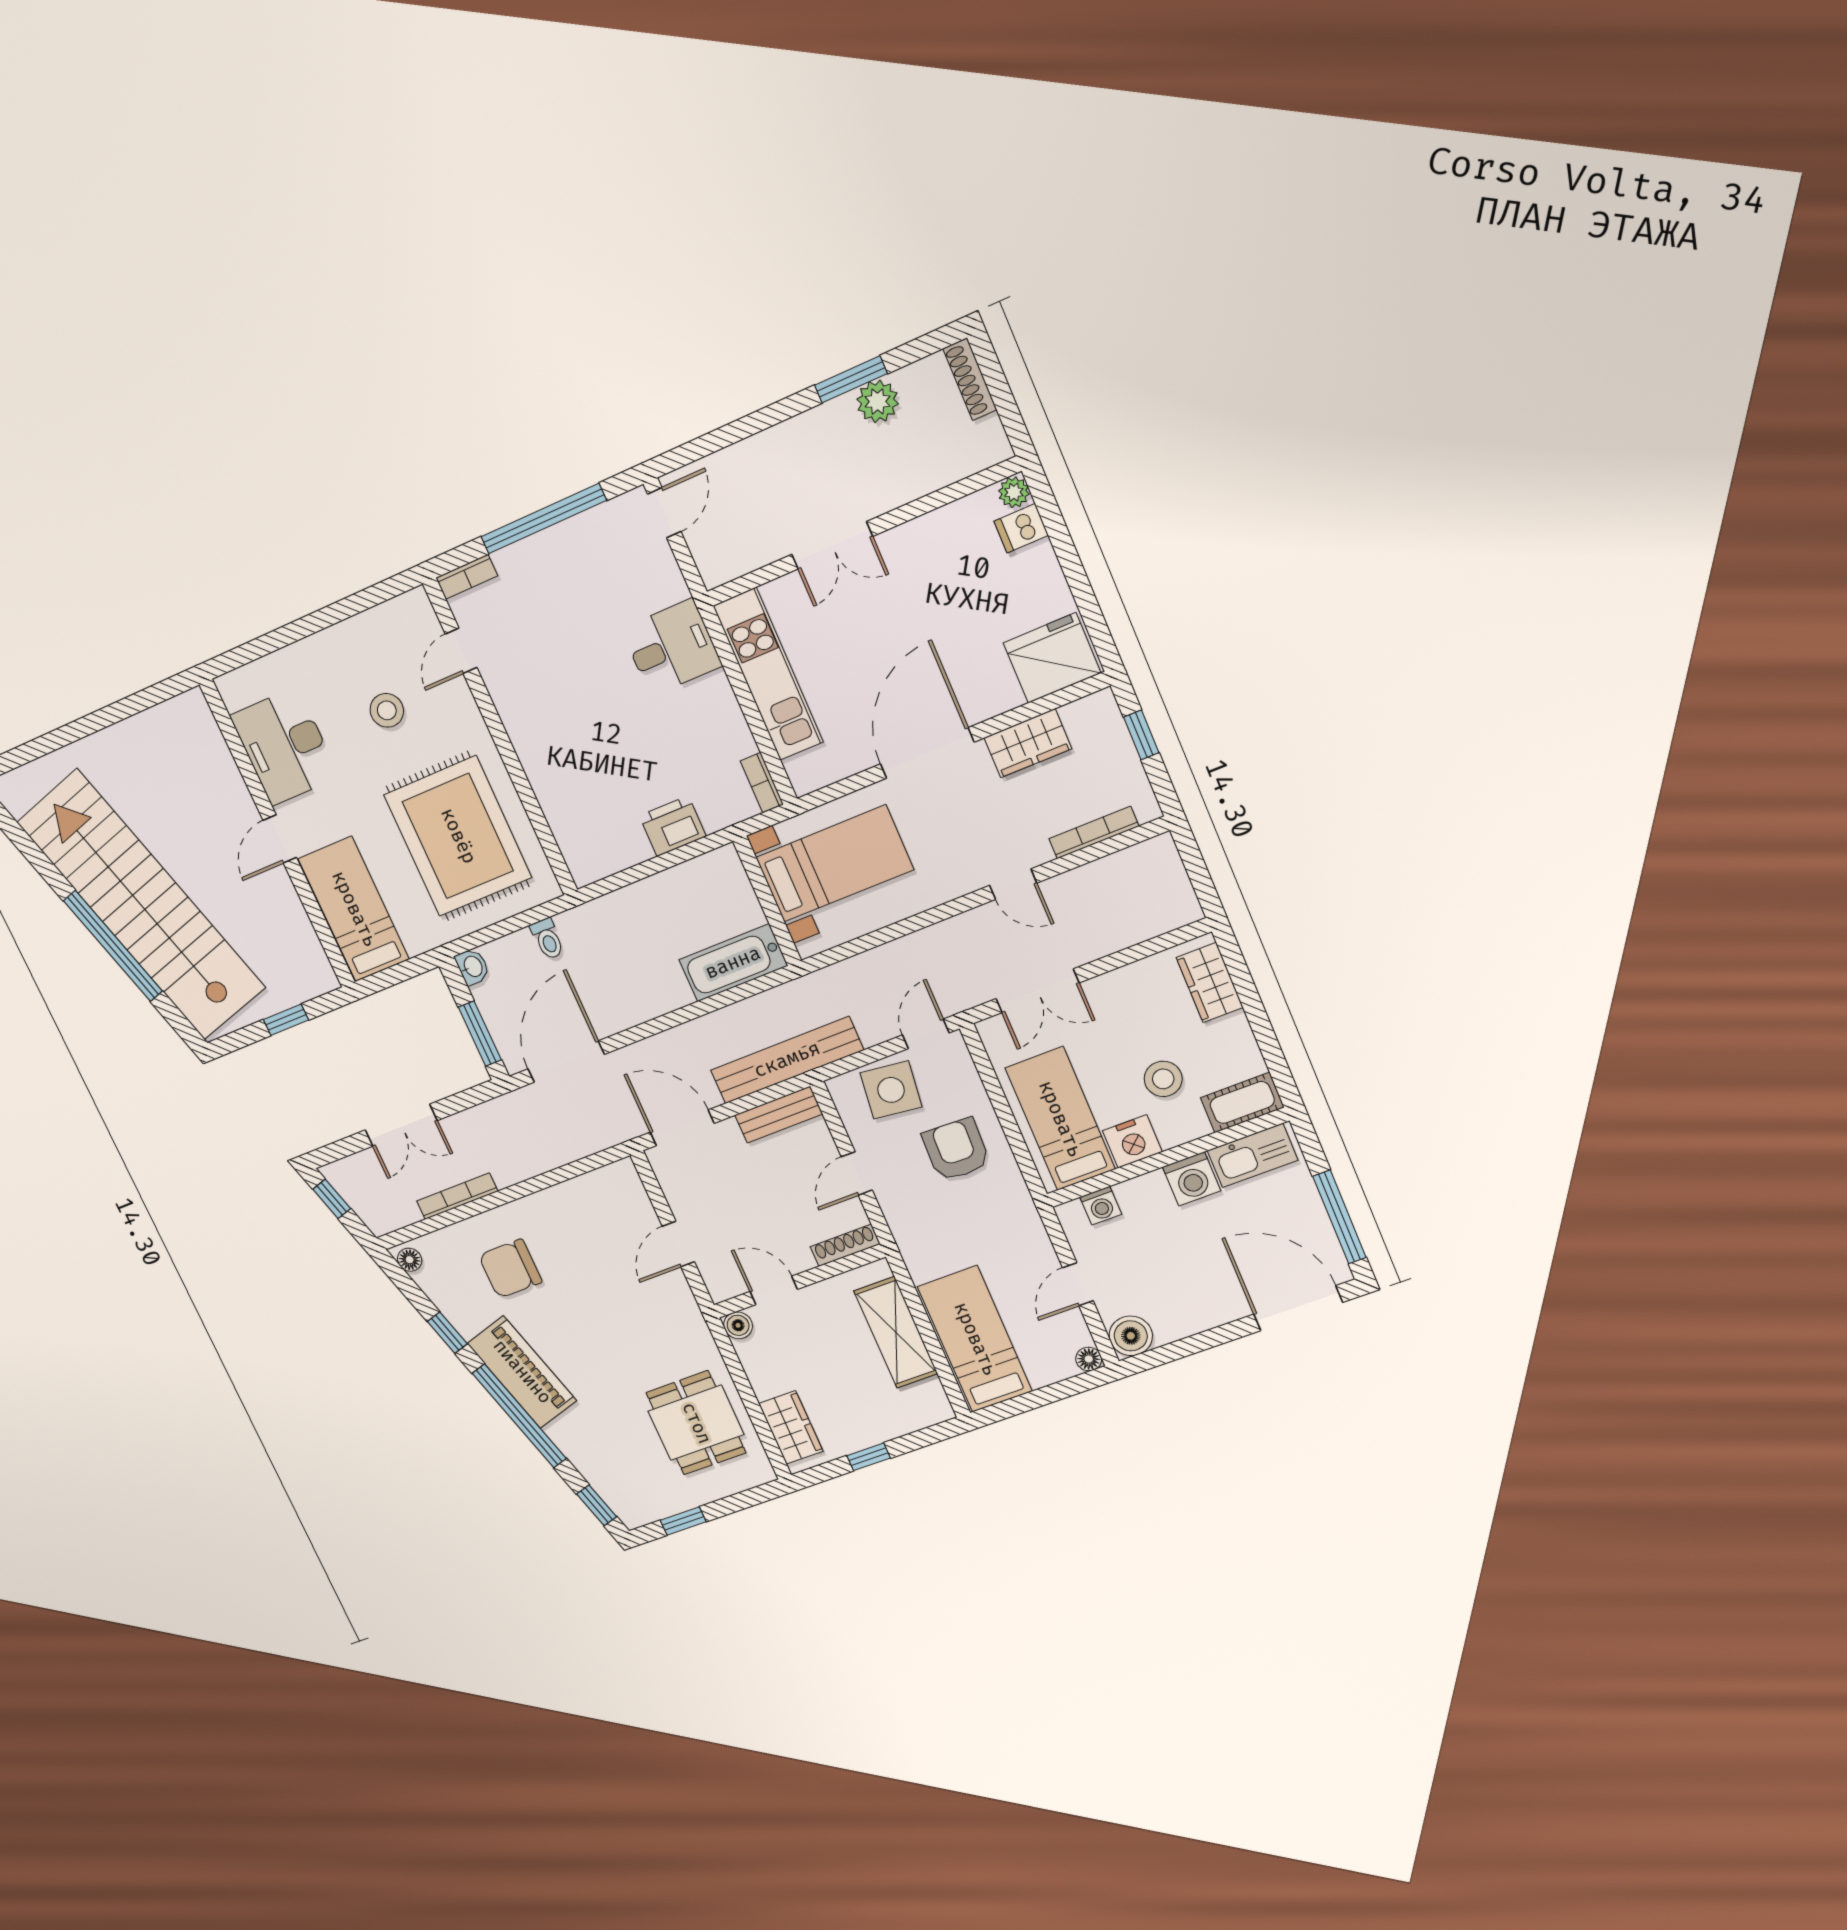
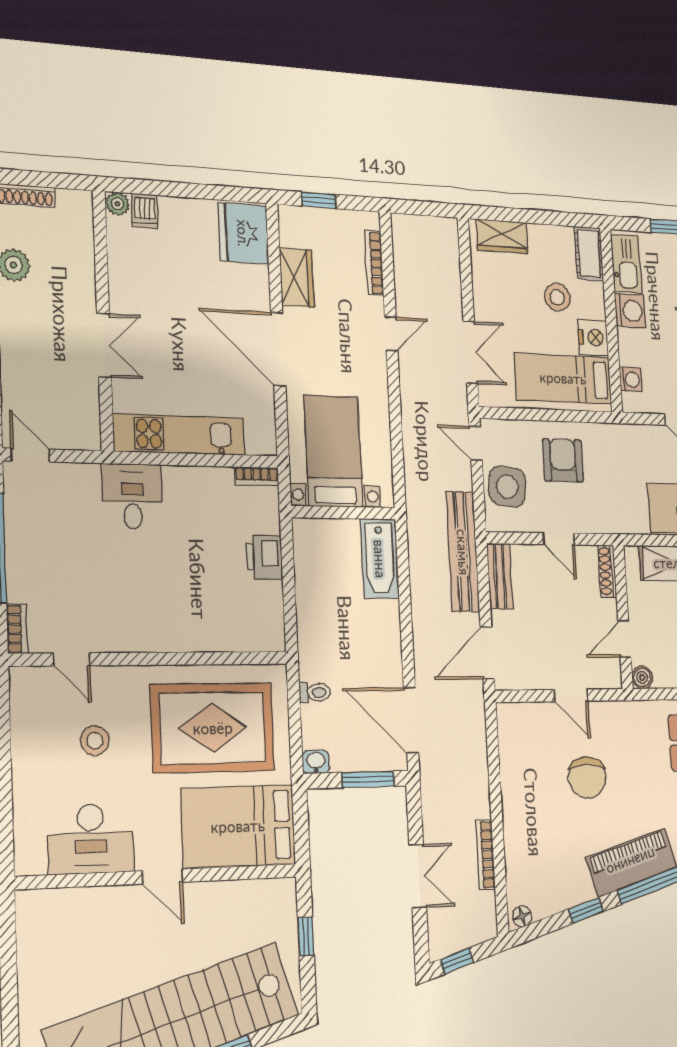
bed: (354, 909) -> (238, 826), width x1.50
armchair: (956, 1150) -> (563, 460), turned 88
chair: (510, 1269) -> (587, 778), moved

